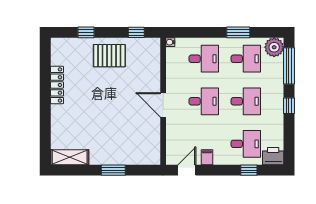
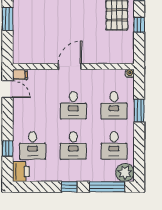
window: (136, 32) -> (139, 25), moved
window: (238, 32) -> (139, 111), moved
filing cabinet: (207, 157) -> (20, 74), moved

